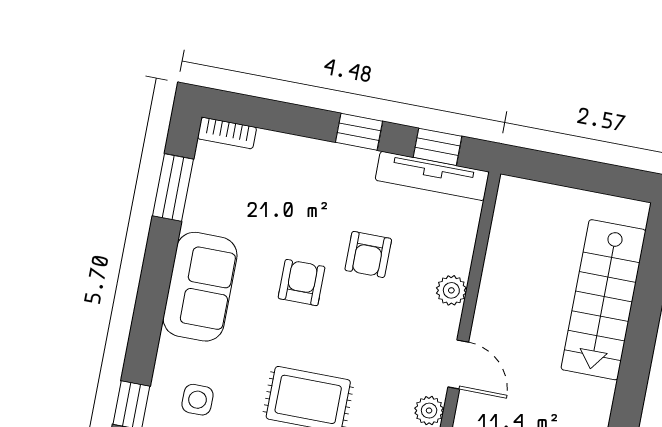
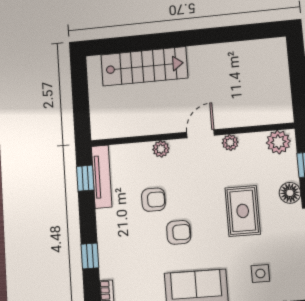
window: (359, 132) -> (90, 256), moved
armchair: (302, 283) -> (179, 232), turned 180

